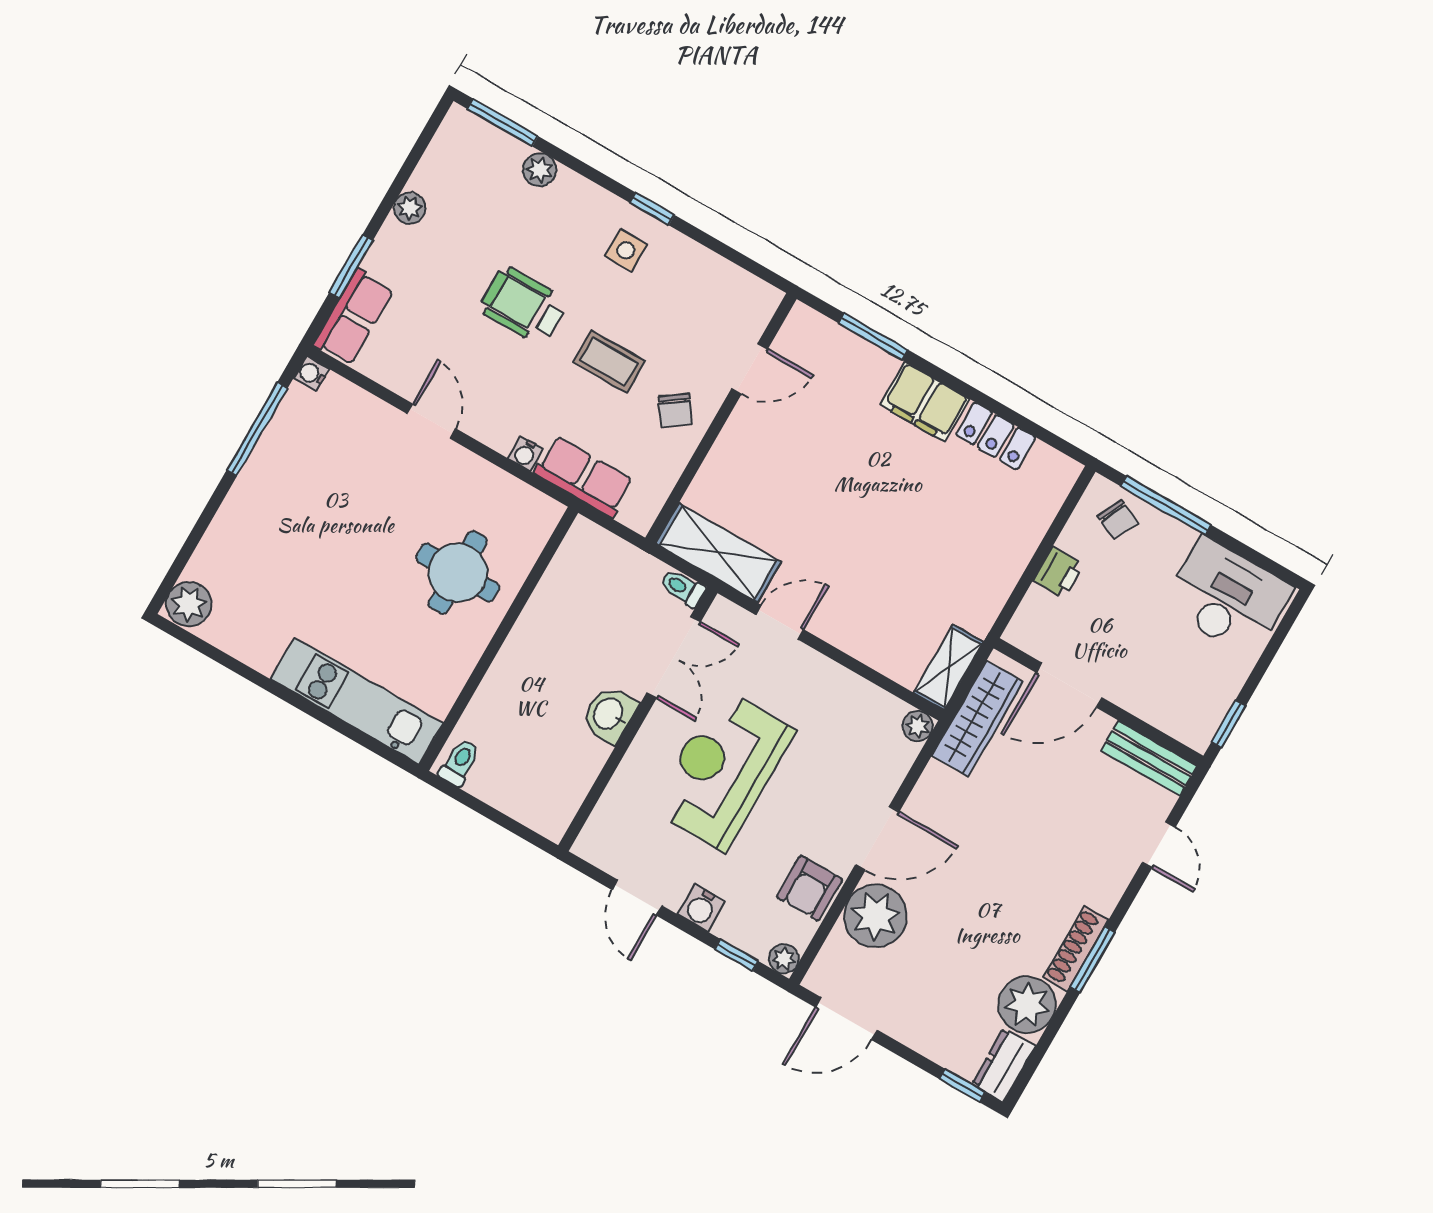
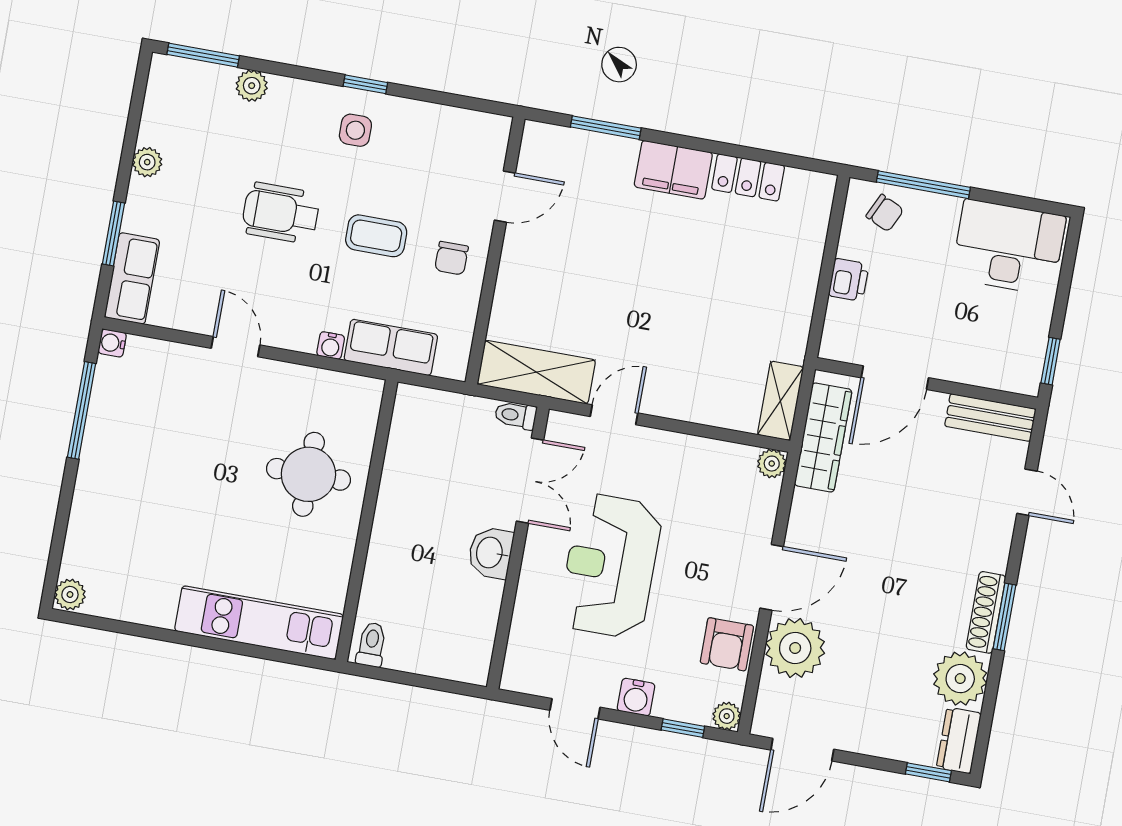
chair: (675, 410) -> (451, 258), turned 35
plant: (189, 604) -> (70, 595), width x0.73, depth x0.73

